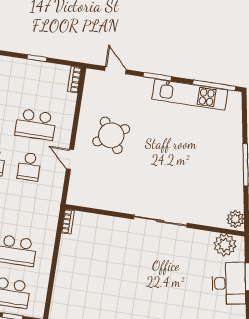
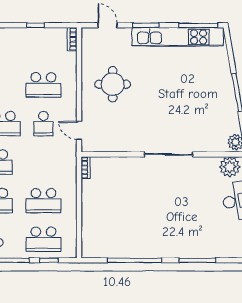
kitchen unit: (190, 95) -> (178, 37), width x1.36
round table: (111, 135) -> (113, 84), turned 33
door: (70, 159) -> (79, 130), moved

